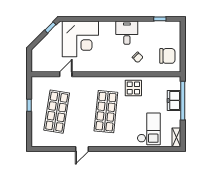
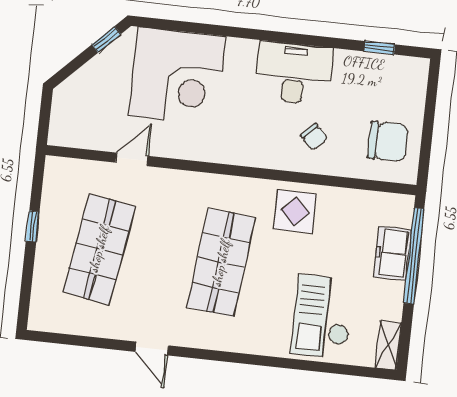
desk: (127, 33) -> (294, 73), width x1.37
checkout: (149, 129) -> (322, 317), turned 180
door: (82, 149) -> (152, 349), hinge flipped

